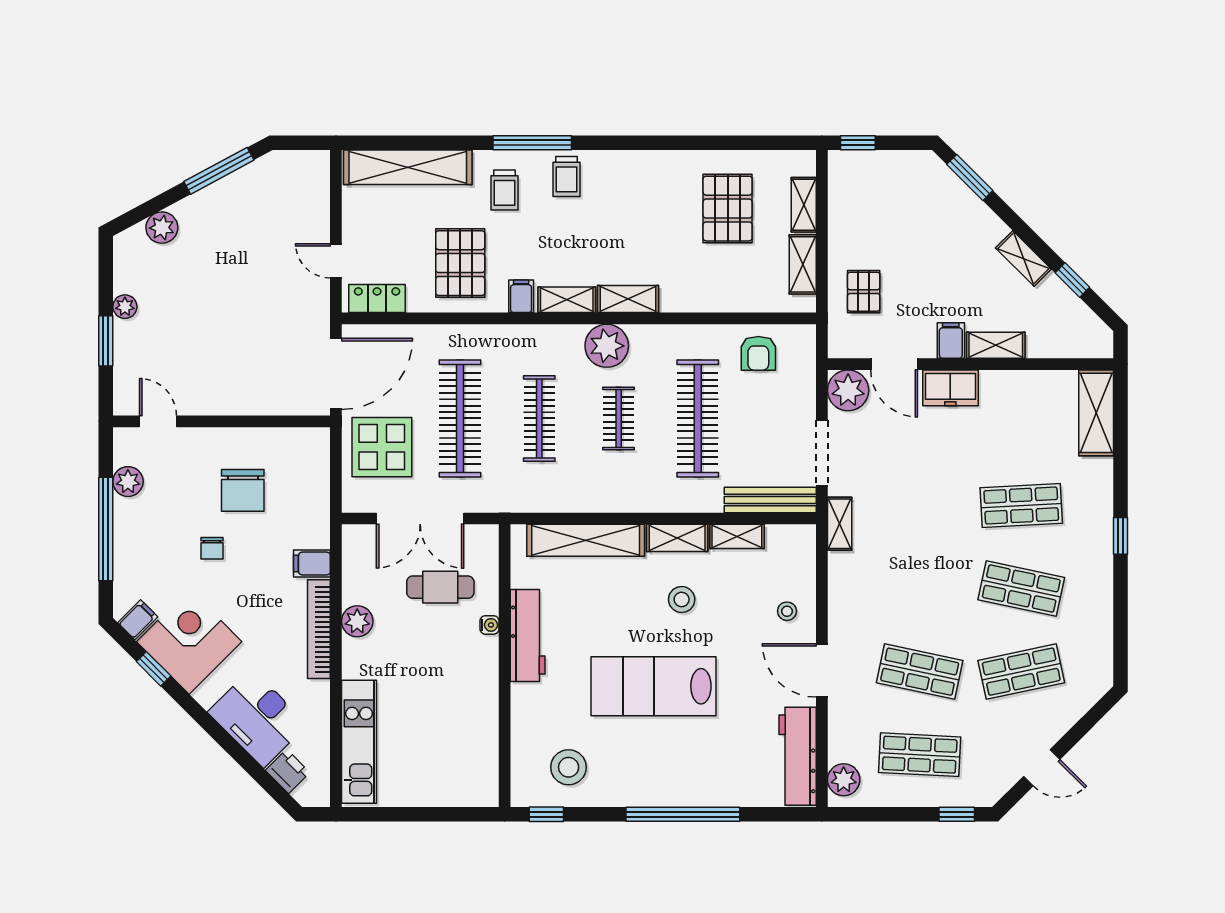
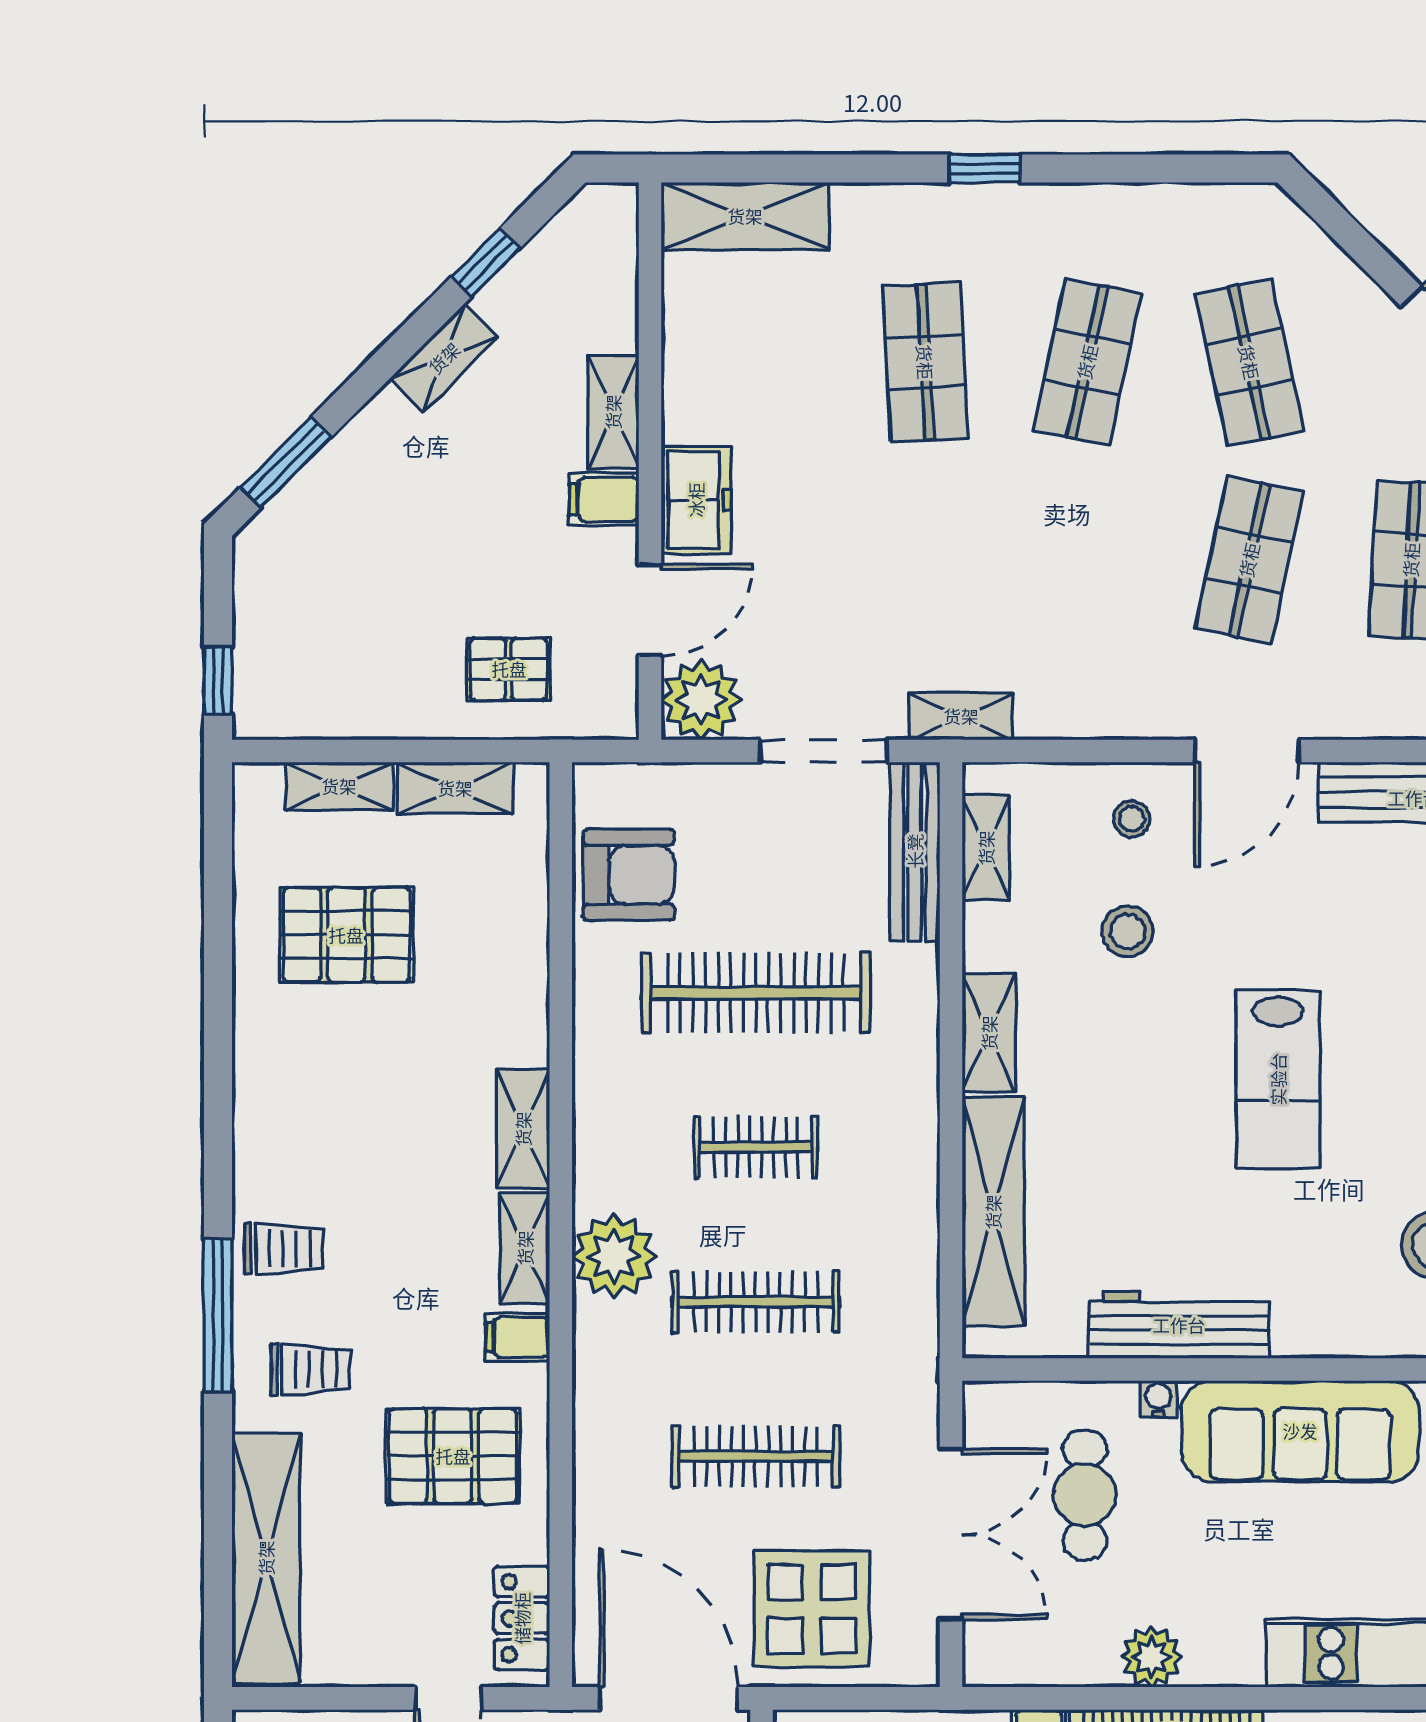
plant: (607, 346) -> (614, 1256), moved
armchair: (758, 353) -> (629, 875), width x1.38, depth x1.38
clothes rail: (460, 418) -> (756, 1457), width x0.73, depth x0.76
shelving: (737, 536) -> (986, 848), moved
stool: (682, 599) -> (1128, 931), moved
lab bench: (654, 686) -> (1278, 1079), width x0.73, depth x0.72
sofa: (473, 698) -> (1300, 1431), added

